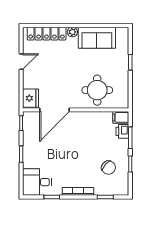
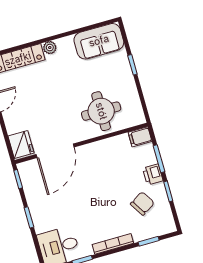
sofa: (97, 38) -> (99, 41), moved
printer: (122, 131) -> (153, 174), moved
chair: (108, 168) -> (142, 203), turned -73

